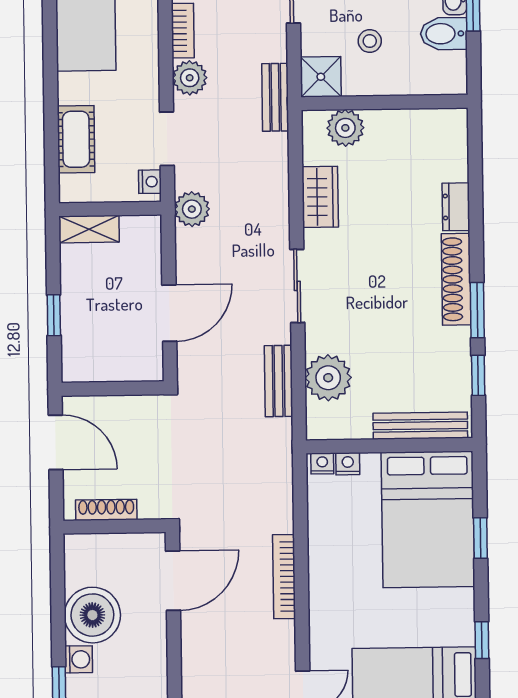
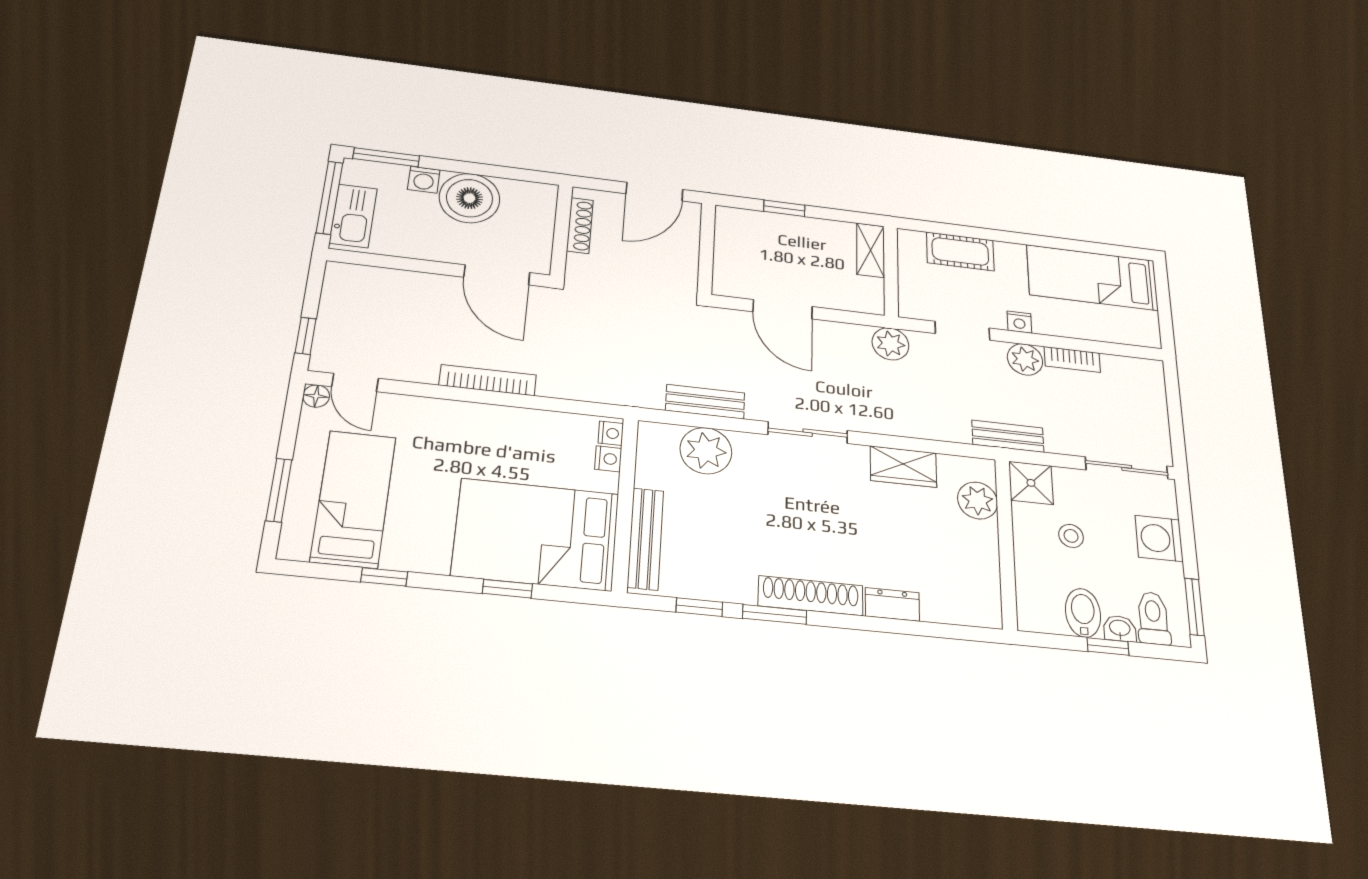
nightstand: (150, 182) -> (1019, 322), moved

